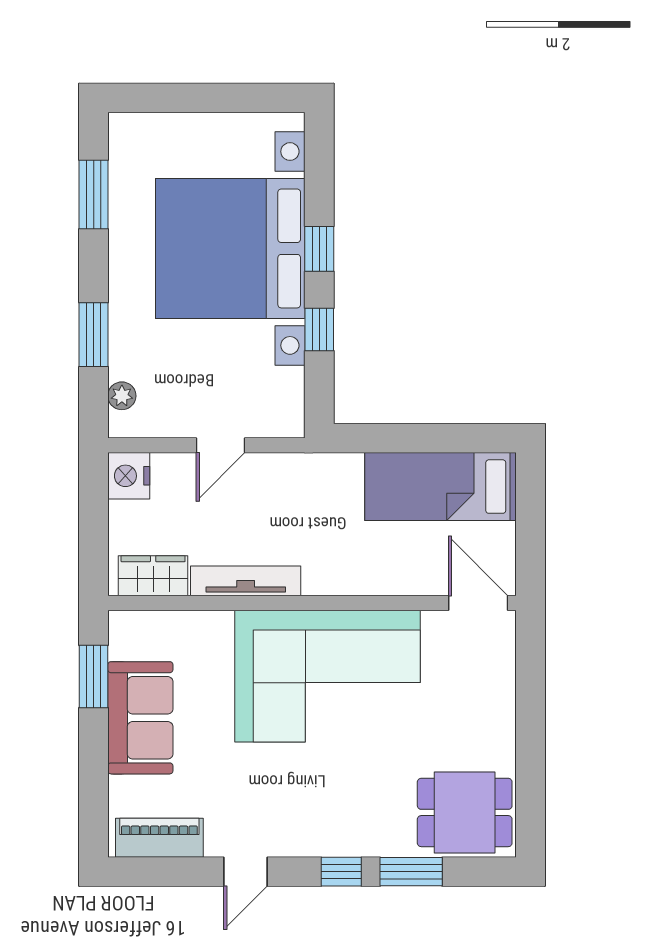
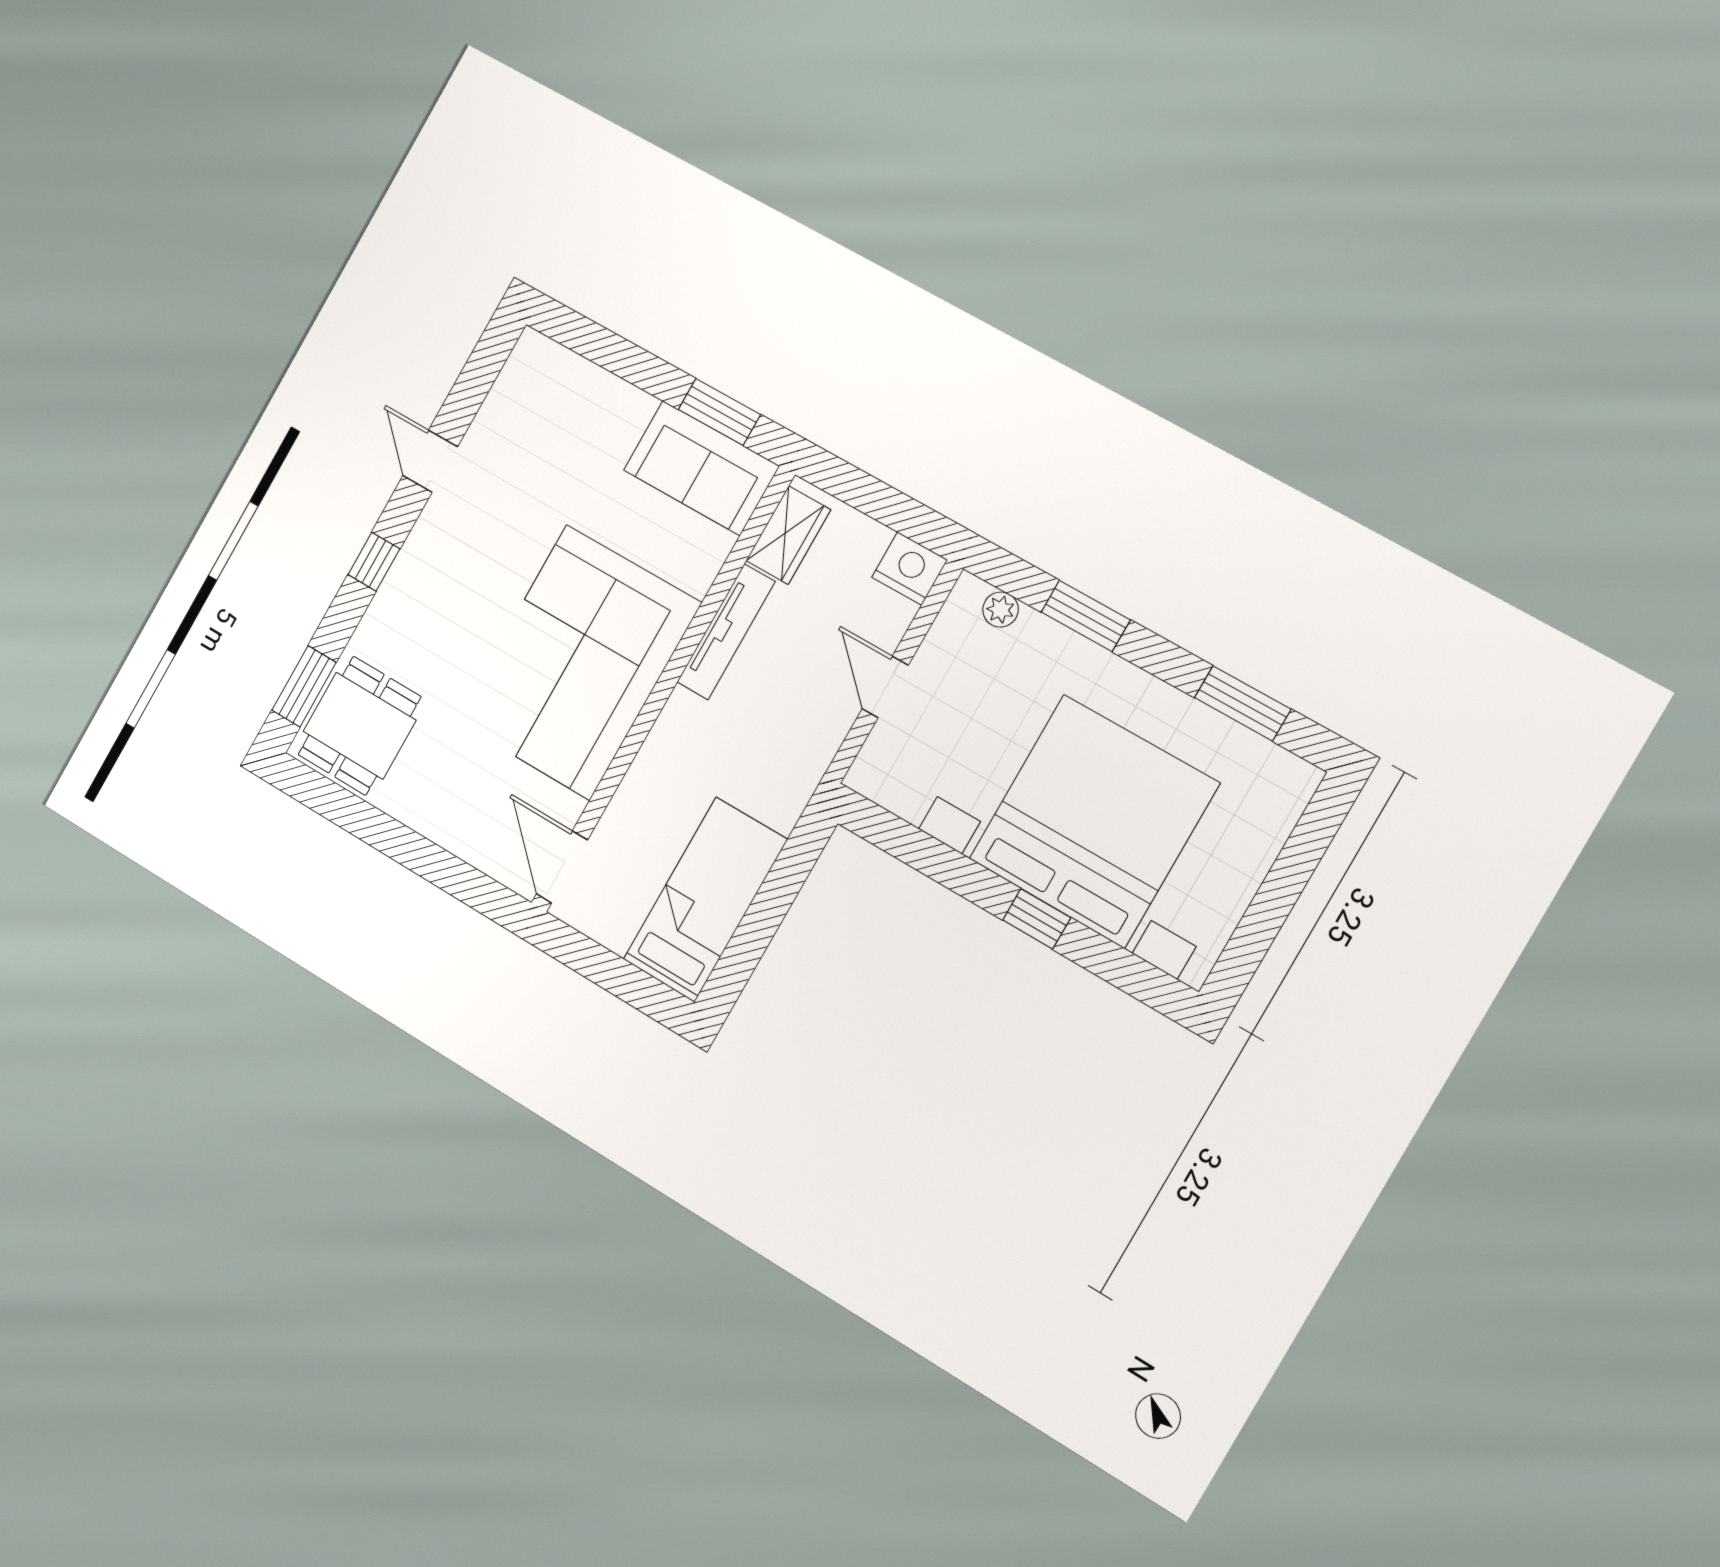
window: (319, 330) -> (948, 867), removed
door: (478, 603) -> (562, 867), swing flipped
sofa: (140, 718) -> (701, 468), moved
piano: (159, 838) -> (515, 390), removed
window: (411, 872) -> (304, 686), moved

